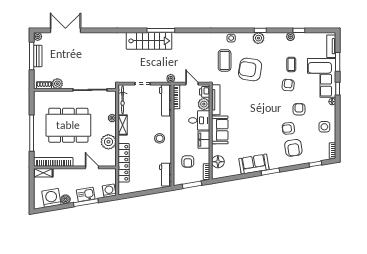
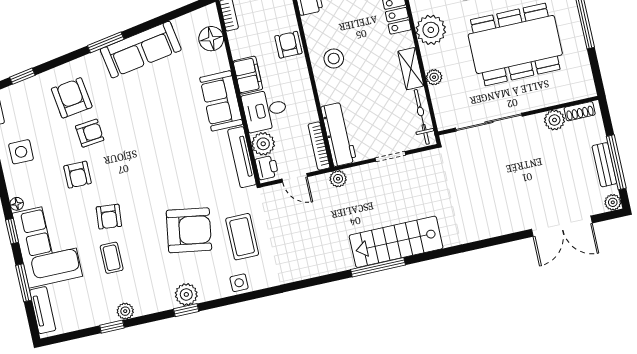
armchair: (188, 161) -> (288, 45), moved
sofa: (254, 164) -> (141, 50), width x1.36

